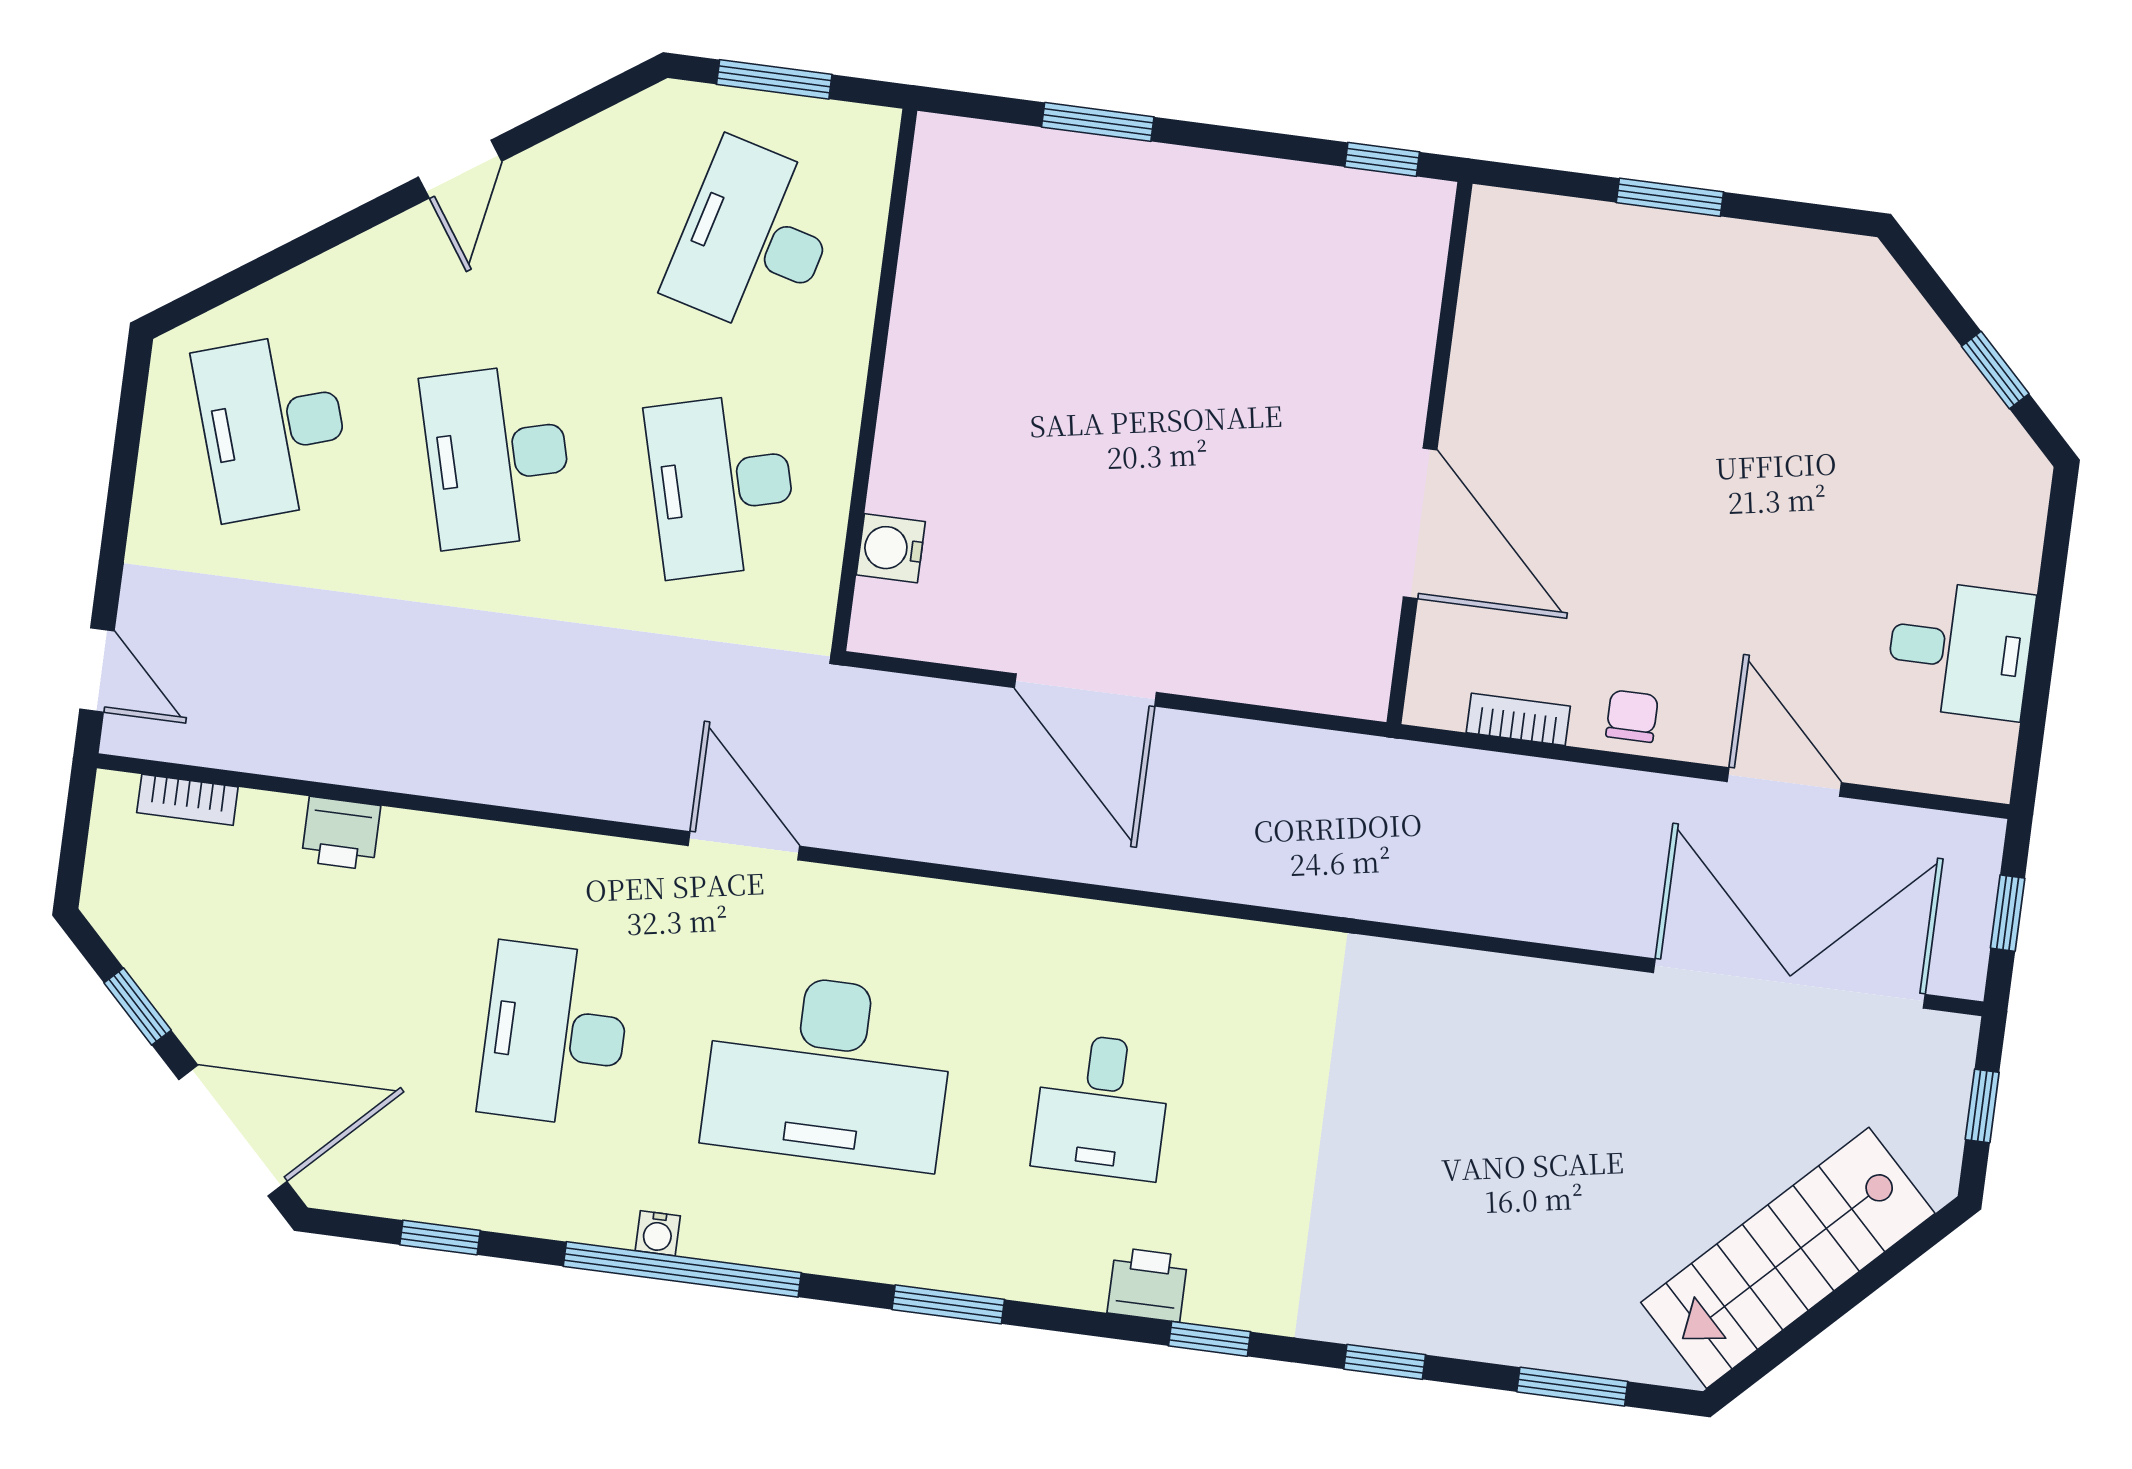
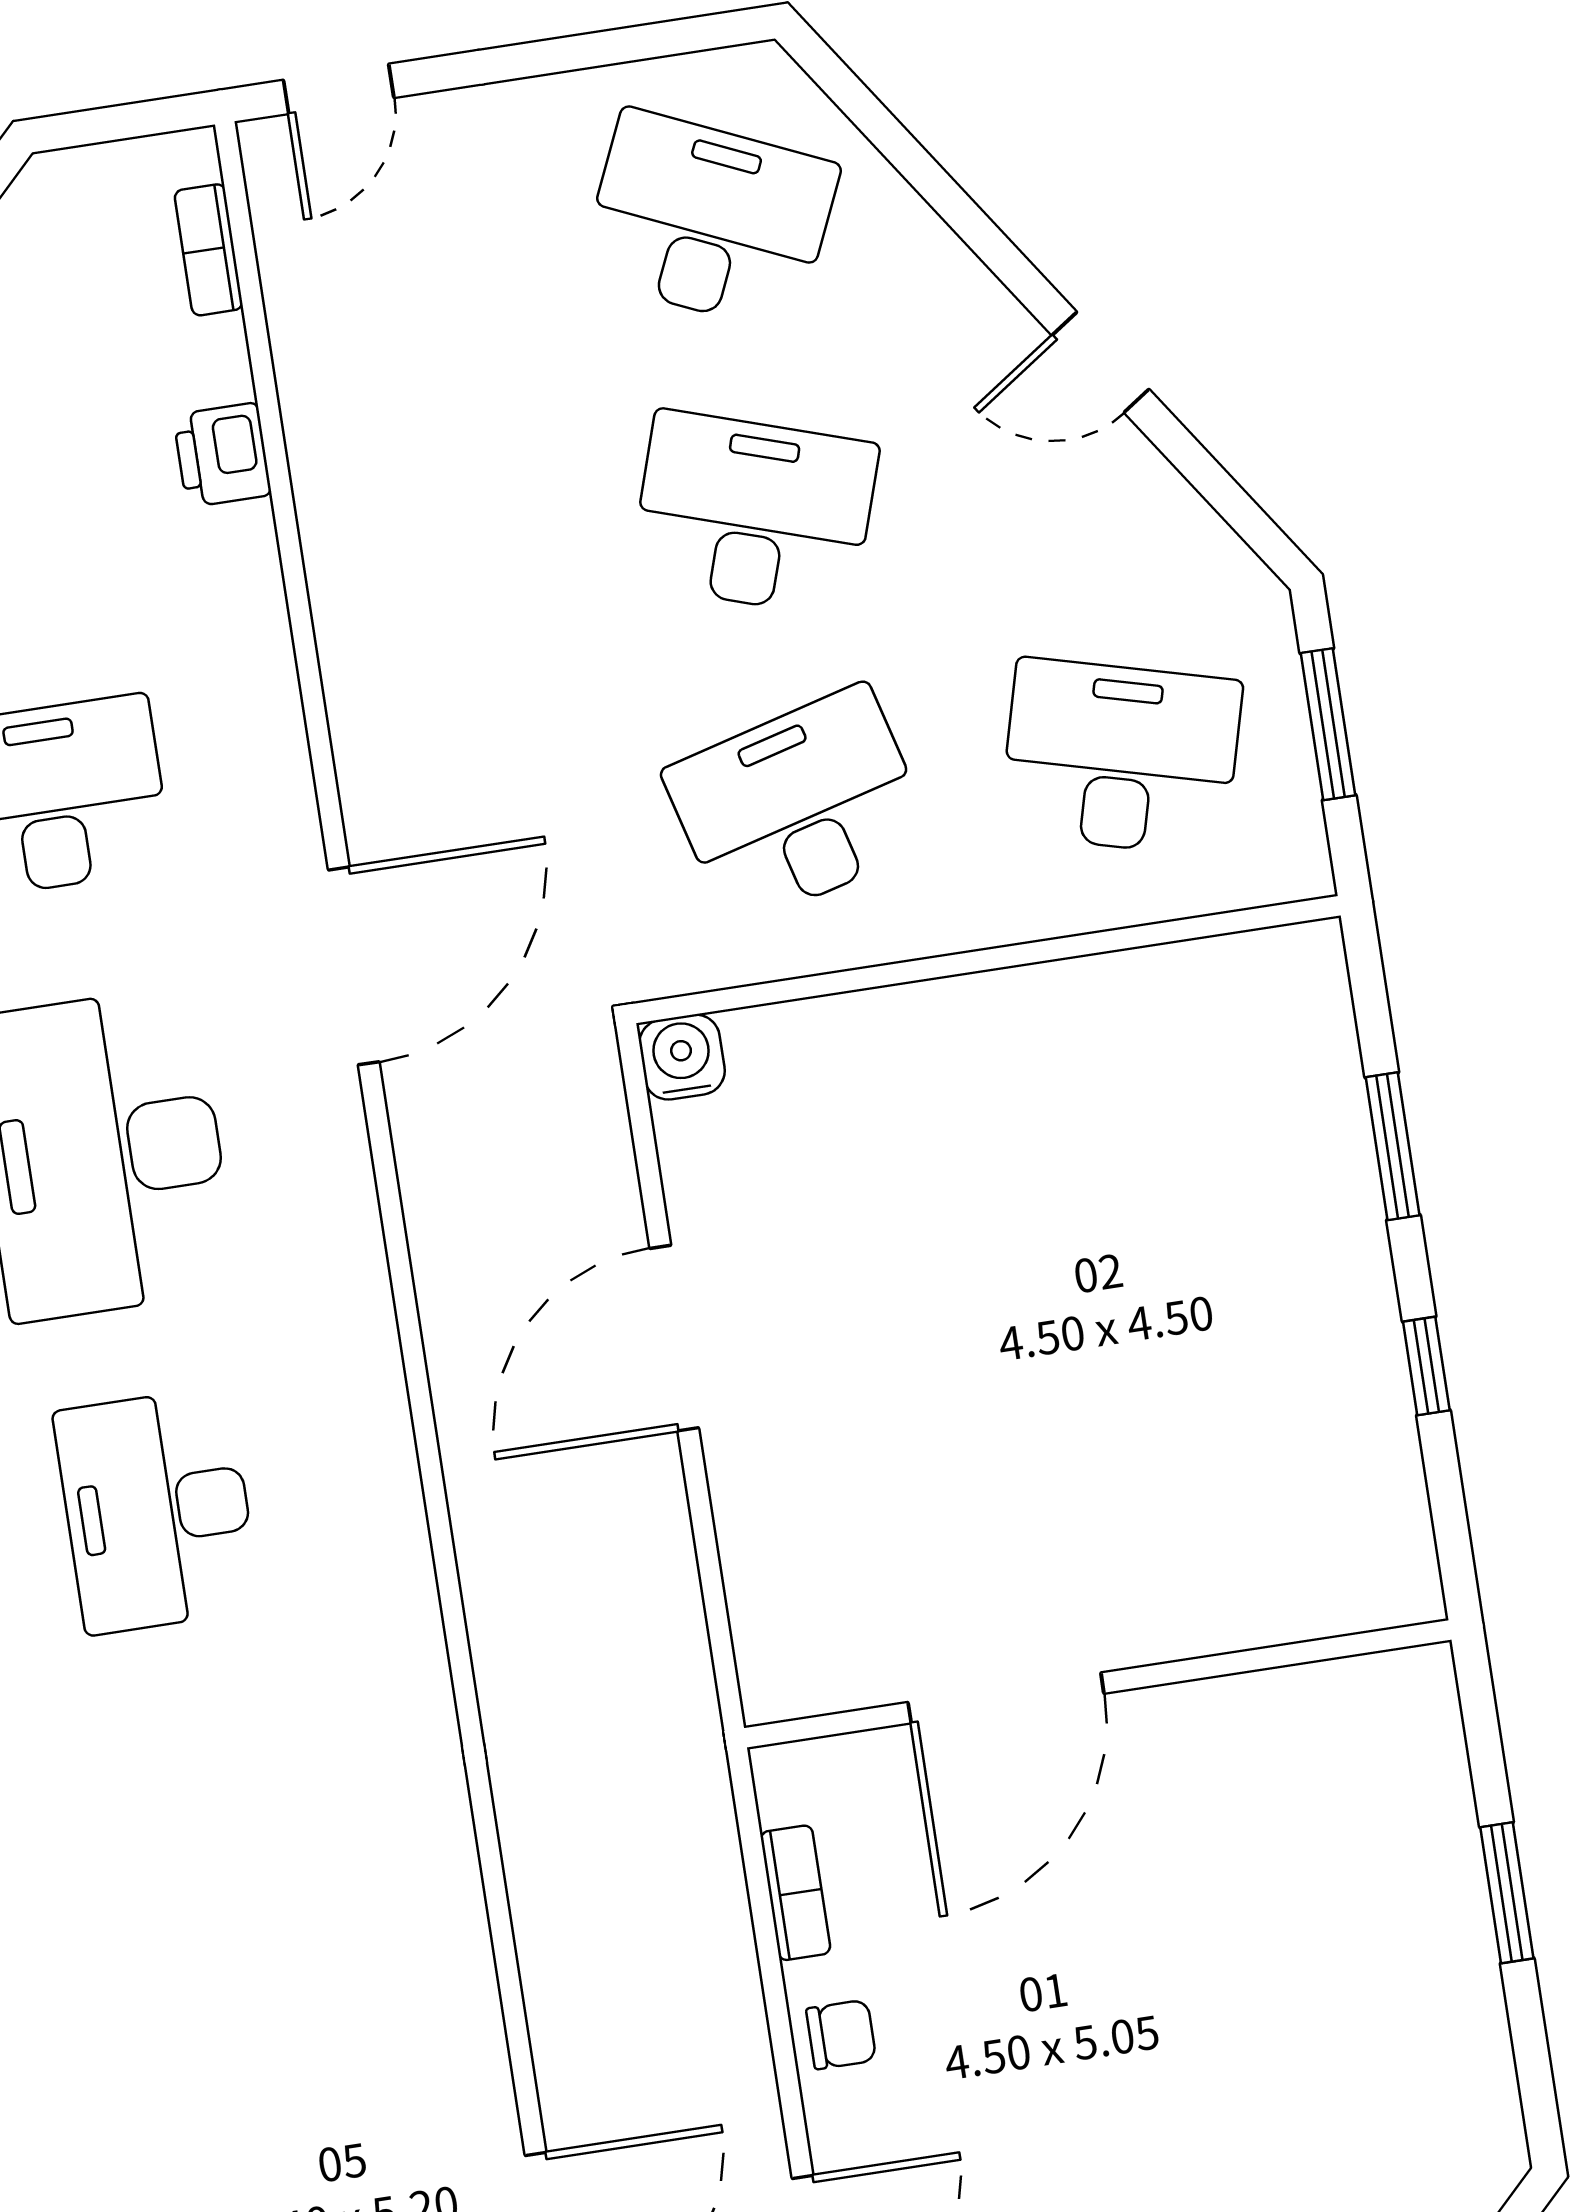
window: (1382, 159) -> (1426, 1366), moved
desk: (273, 426) -> (709, 221), turned 42
desk: (497, 456) -> (754, 514), turned 33
water cooler: (891, 548) -> (682, 1057), moved
door: (744, 846) -> (354, 966), width x1.36
desk: (1102, 1106) -> (157, 1511), width x1.37

